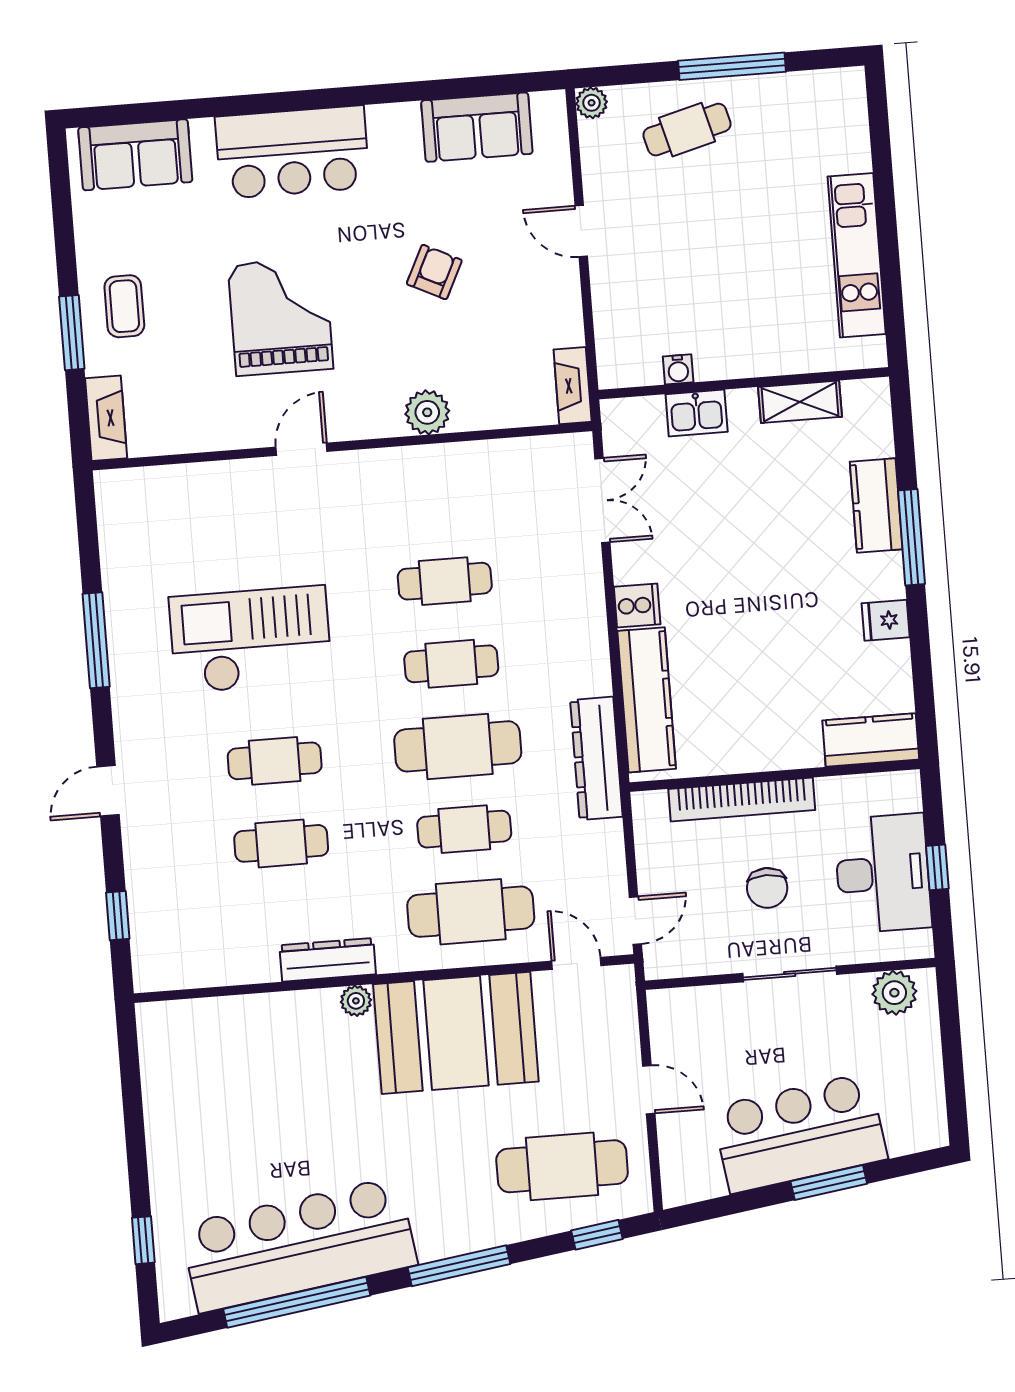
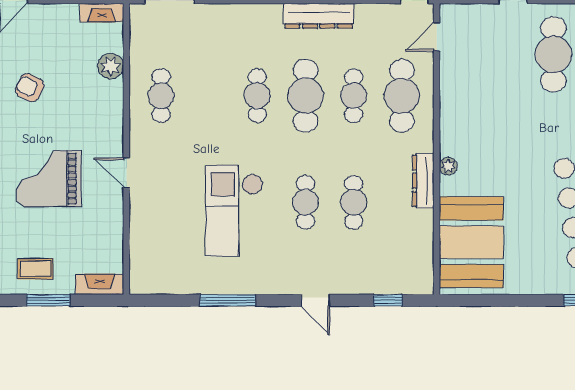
plant: (427, 412) -> (111, 66), moved
cafe table: (445, 581) -> (161, 96), moved
booth: (456, 1033) -> (471, 242), moved

